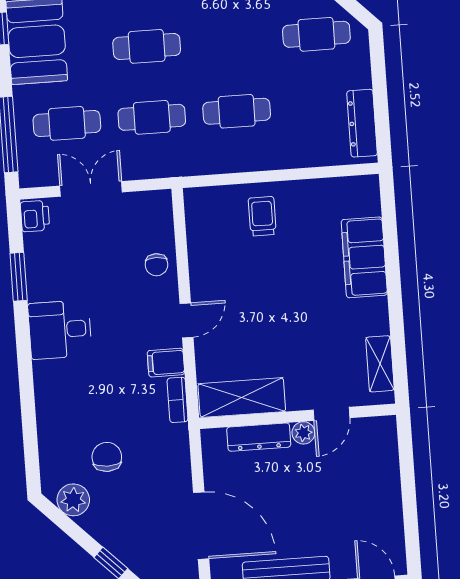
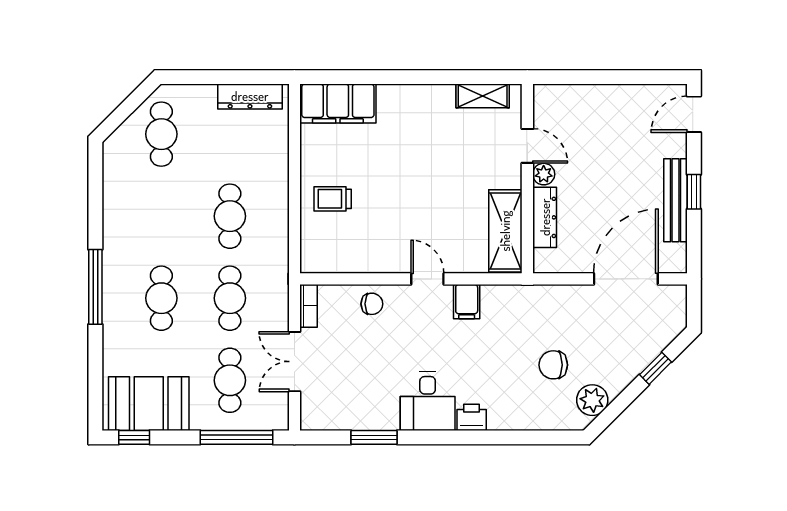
printer: (35, 216) -> (472, 417), moved
filing cabinet: (364, 257) -> (338, 104), moved
bookcase: (178, 400) -> (308, 306), moved, turned -90

